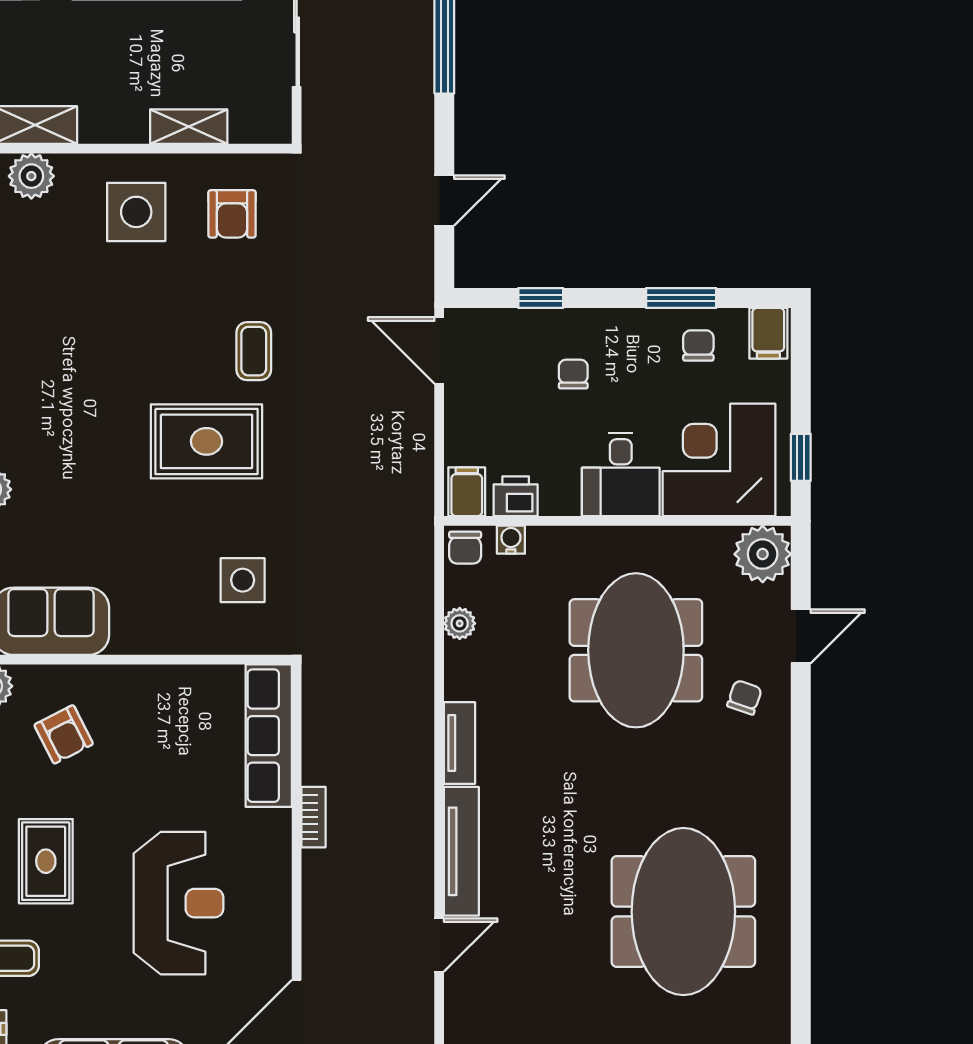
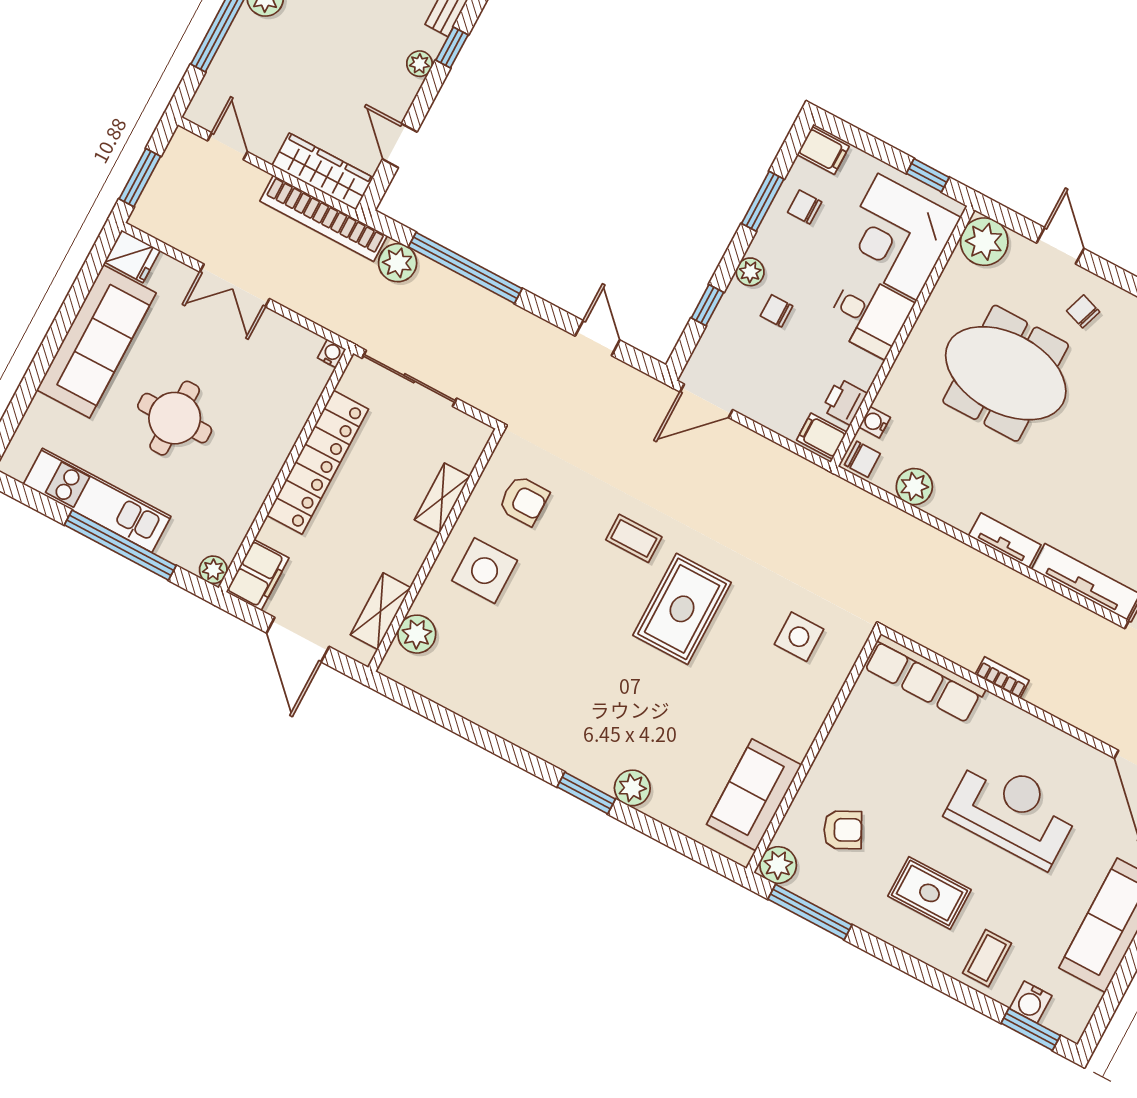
plant: (600, 324) -> (750, 272), added
plant: (460, 623) -> (914, 487), width x1.38, depth x1.38

